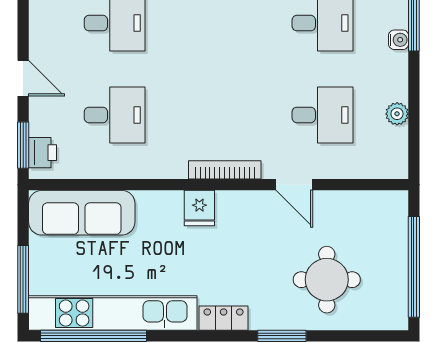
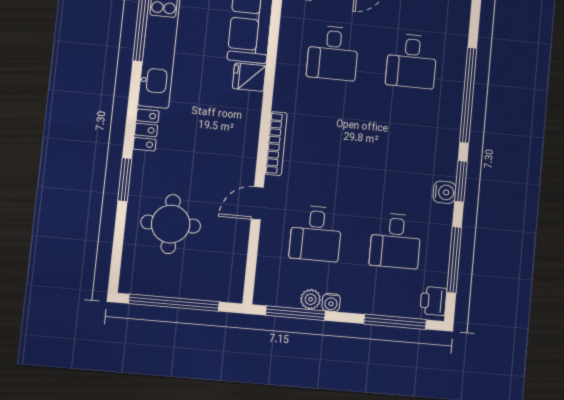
water cooler: (399, 40) -> (331, 302), moved
window: (414, 129) -> (296, 313), added
fridge: (199, 208) -> (249, 77), moved

